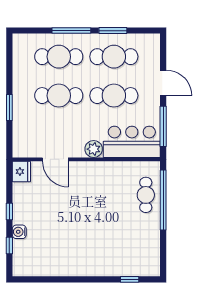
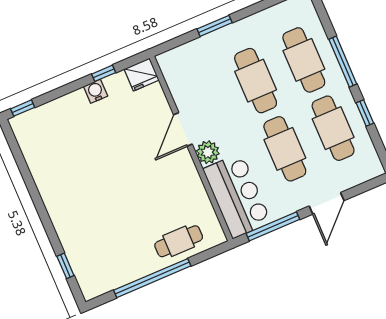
window: (113, 31) -> (365, 113), width x0.67
door: (55, 159) -> (183, 129), moved
window: (163, 200) -> (152, 278), moved
window: (9, 211) -> (104, 73), moved
water cooler: (19, 232) -> (96, 91), moved
window: (9, 245) -> (23, 108), moved

